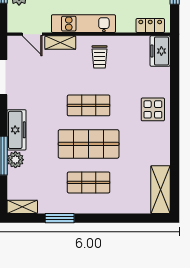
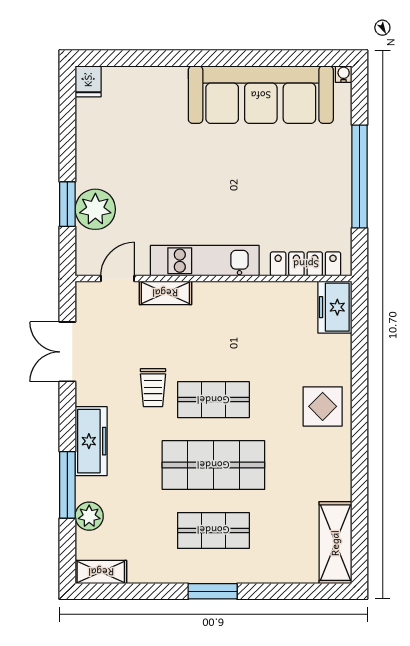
locker: (150, 26) -> (306, 264), width x1.53
door: (32, 34) -> (118, 279), swing flipped
trolley: (100, 57) -> (153, 388), moved
plant: (15, 160) -> (89, 516), moved
window: (60, 218) -> (213, 591), moved

